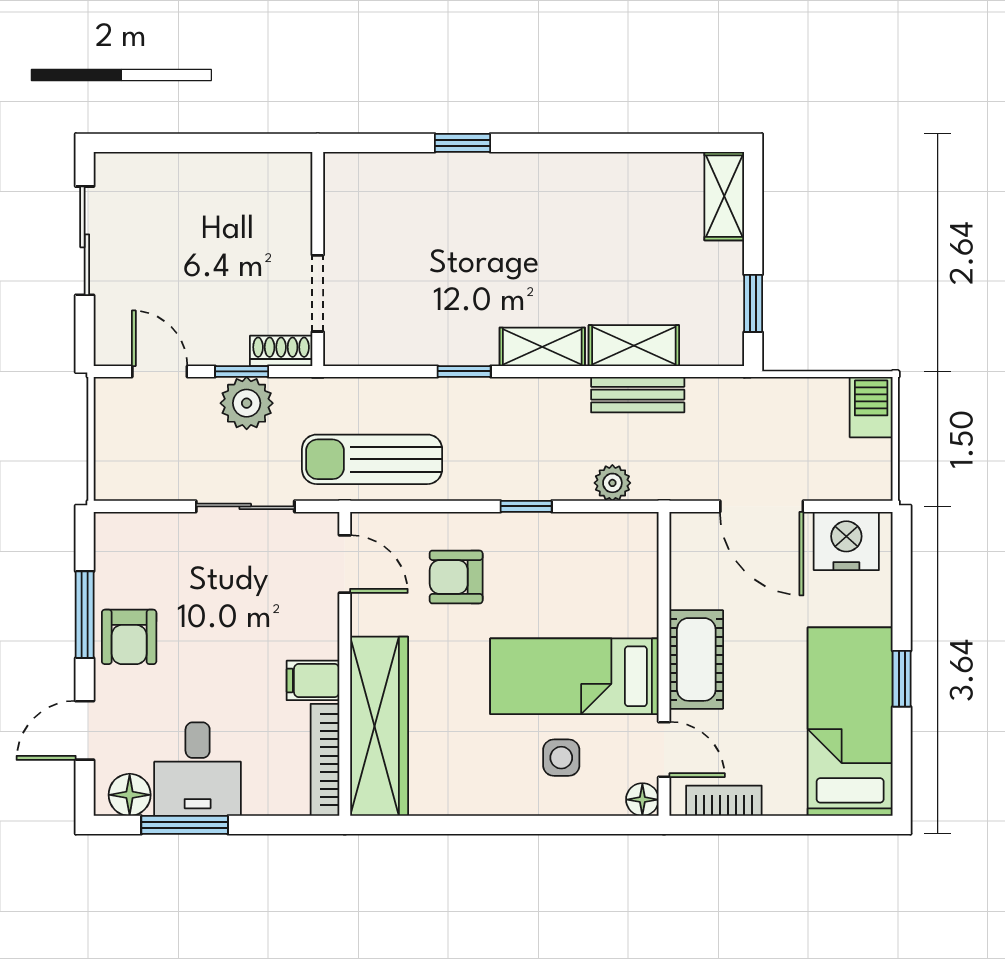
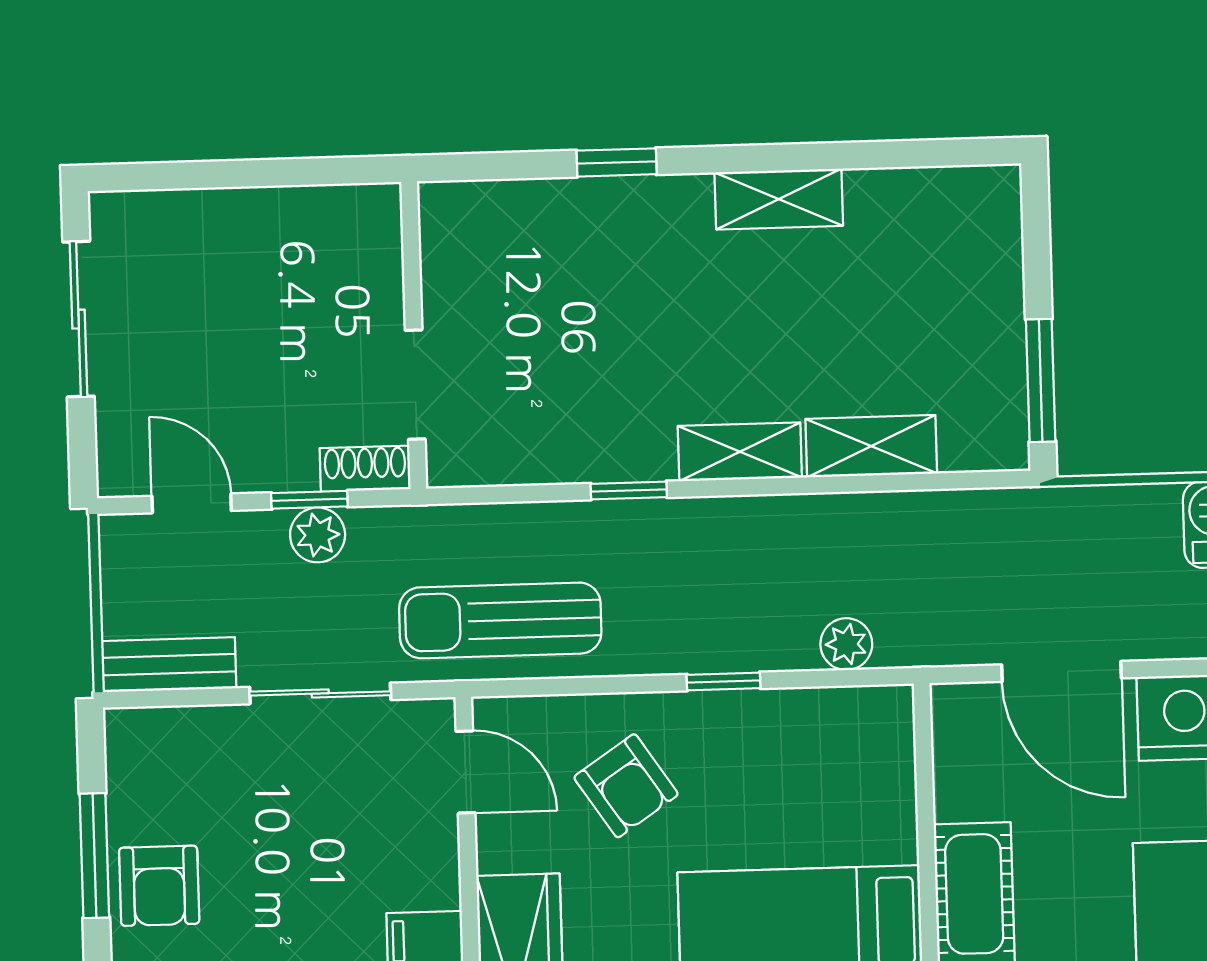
shelving: (724, 196) -> (779, 199), moved, turned 90
window: (753, 303) -> (1041, 380), width x1.50
bench: (638, 395) -> (169, 665), moved
plant: (247, 403) -> (318, 535), width x0.73, depth x0.73
armchair: (456, 577) -> (626, 786), turned -124

